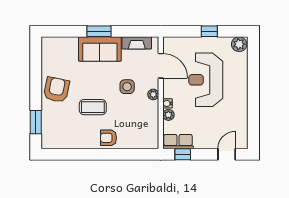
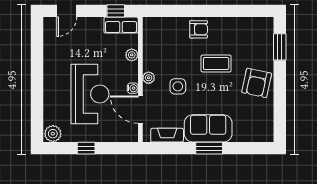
water cooler: (168, 103) -> (133, 88), moved

